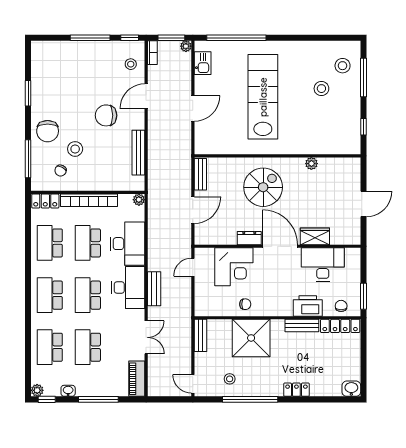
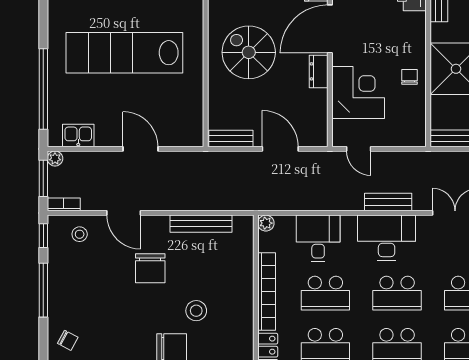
chair: (61, 171) -> (68, 340), moved
desk: (128, 244) -> (318, 238), width x0.73

